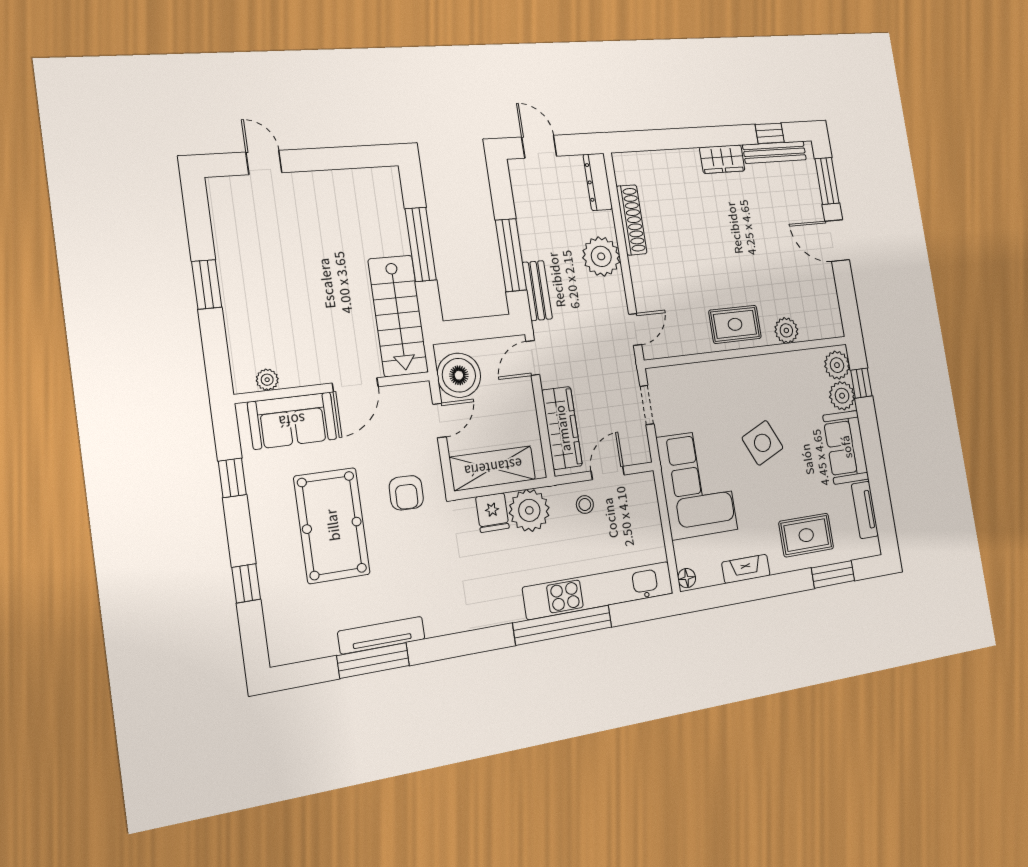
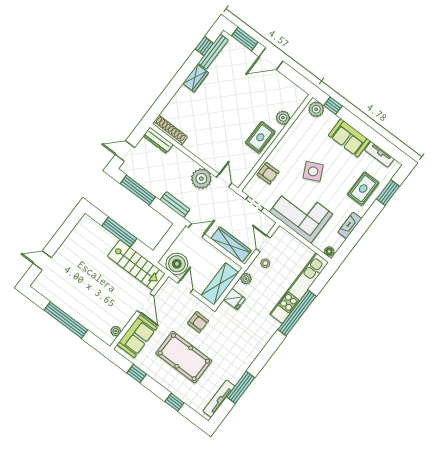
shoe rack: (632, 220) -> (170, 130), moved
window: (511, 255) -> (138, 190), moved
plant: (601, 256) -> (201, 179), moved
window: (207, 284) -> (66, 320), width x2.11
door: (533, 358) -> (197, 231), swing flipped
armchair: (702, 382) -> (268, 173), added
plant: (842, 396) -> (329, 119), removed
plant: (529, 510) -> (246, 279), width x0.53, depth x0.53
tv unit: (382, 635) -> (219, 399), moved

